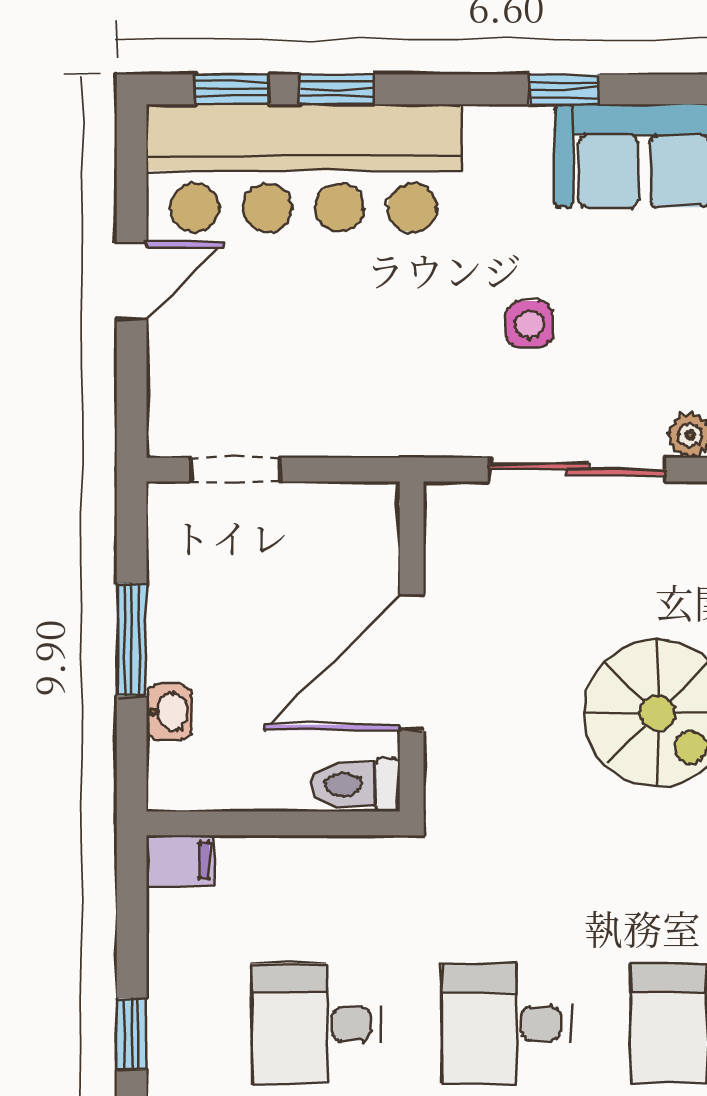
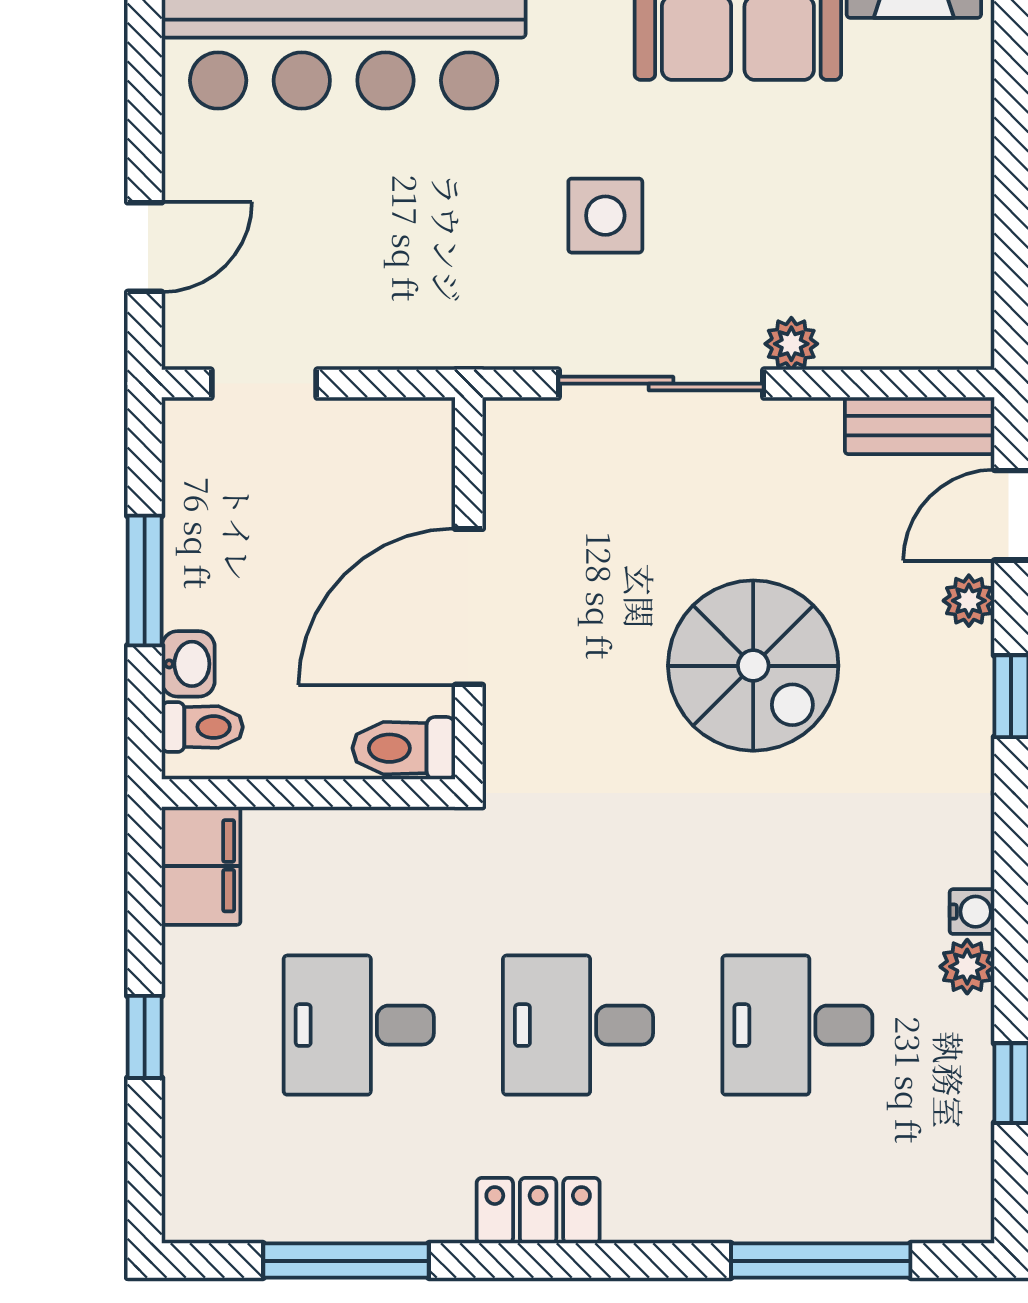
door: (132, 281) -> (145, 247), moved
side table: (530, 324) -> (605, 216), width x1.37, depth x1.37
toilet: (181, 766) -> (202, 727), added
filing cabinet: (180, 861) -> (201, 866), width x2.00

